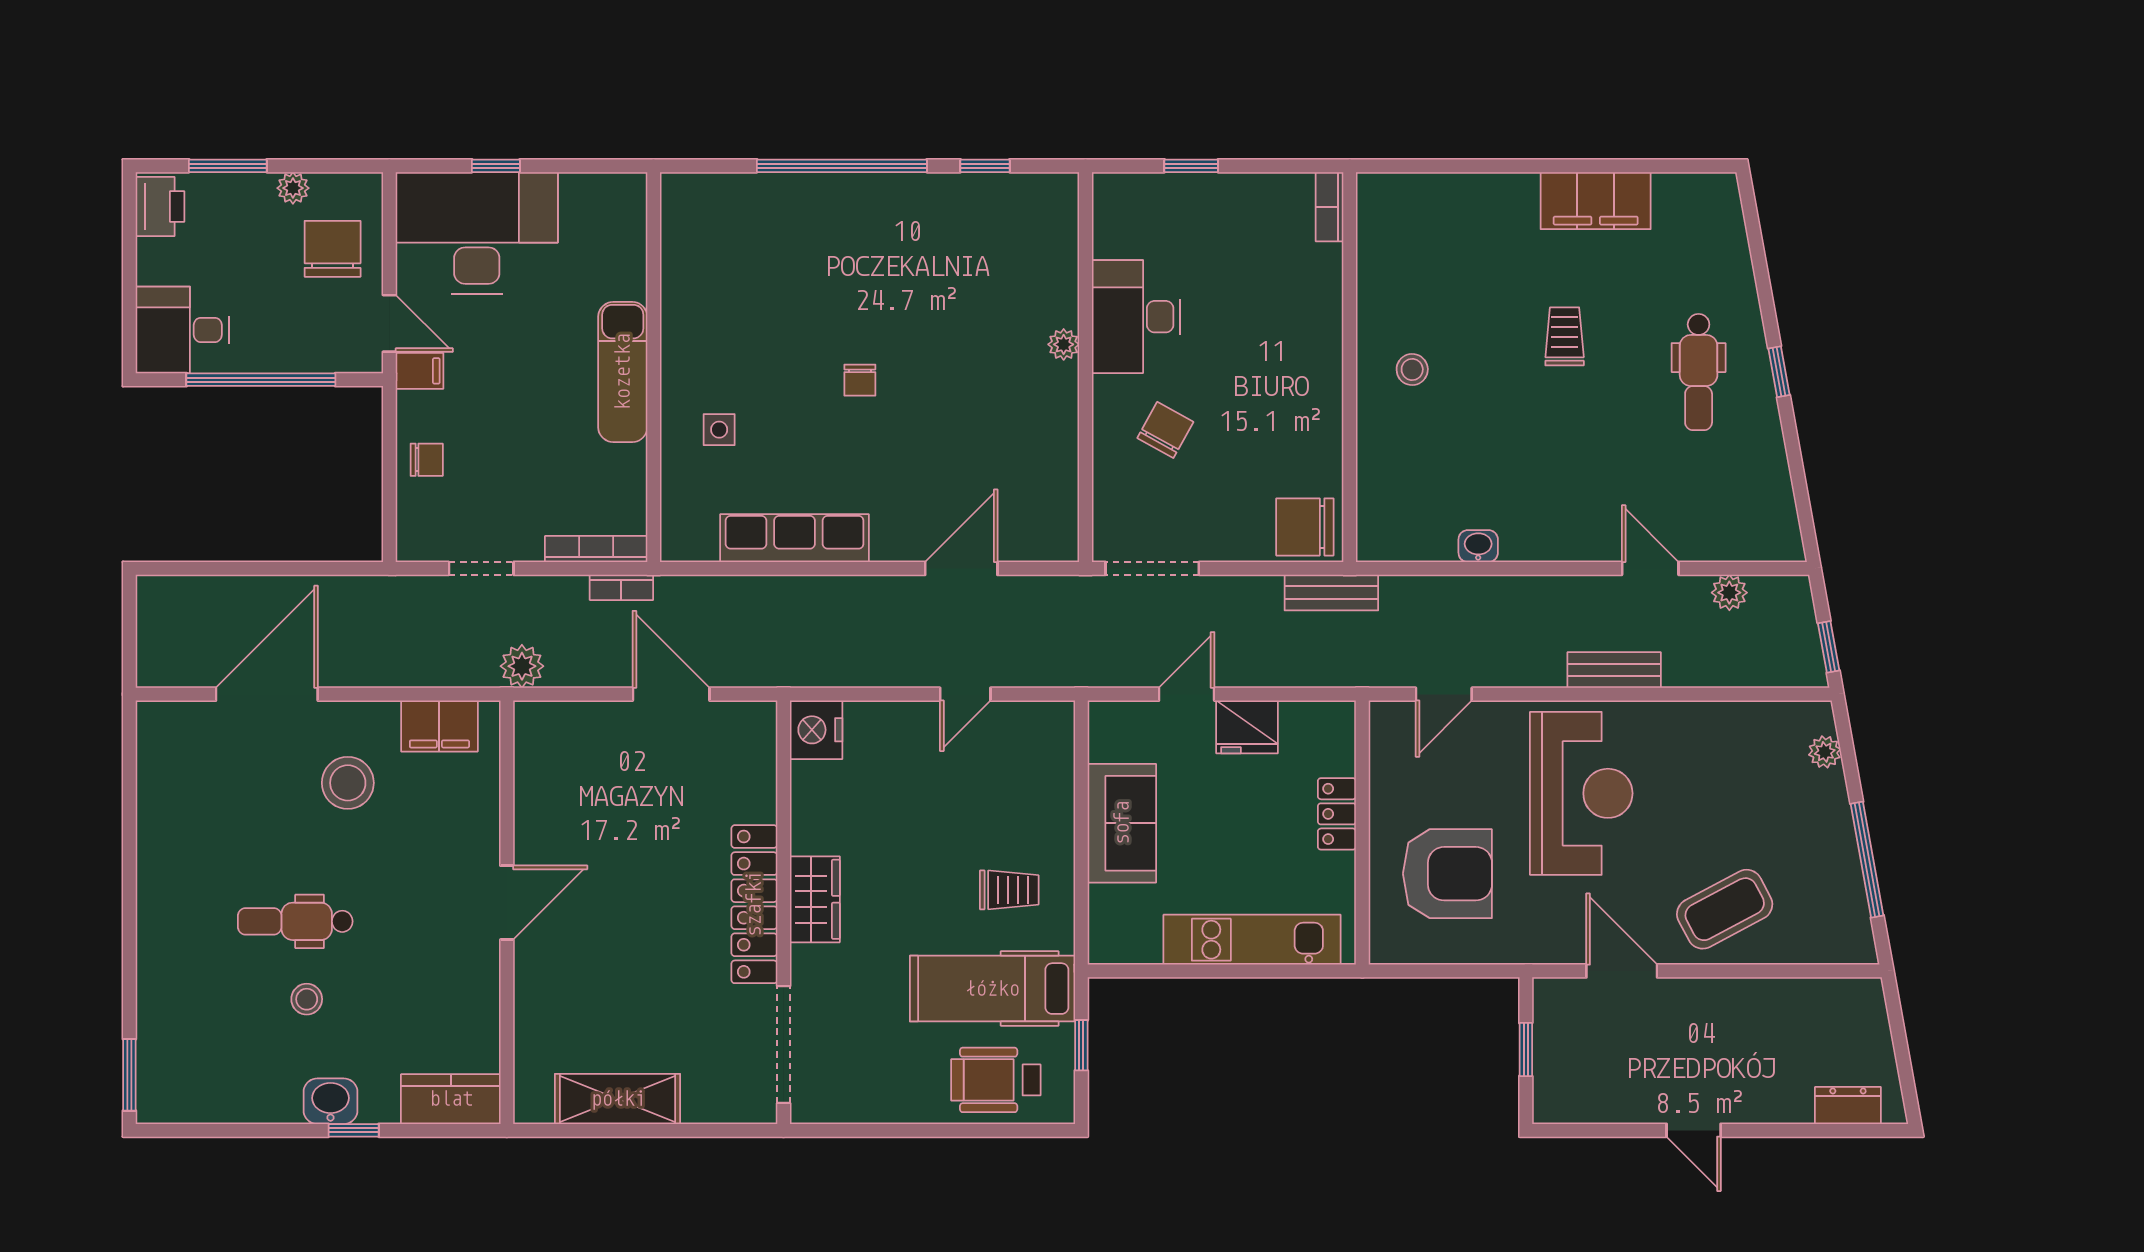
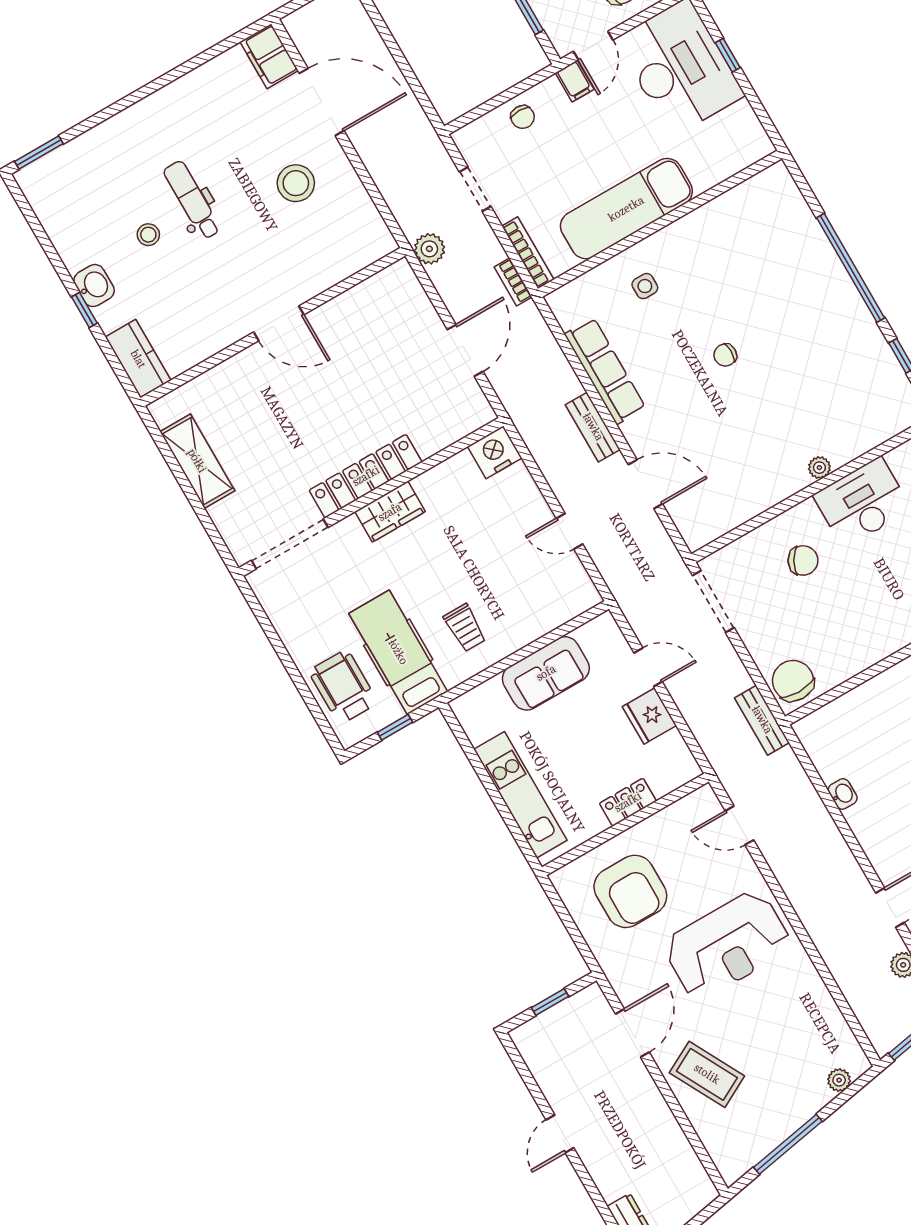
exam couch: (623, 372) -> (626, 209), width x1.36, depth x1.45
bench: (1614, 670) -> (593, 427), moved
filing cabinet: (439, 726) -> (269, 56), moved

